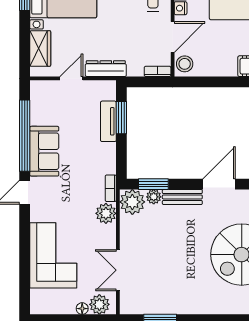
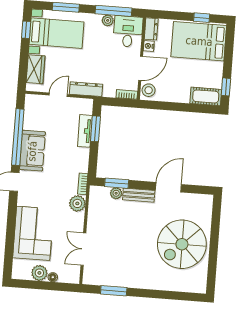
plant: (132, 202) -> (99, 196), removed
plant: (99, 304) -> (39, 273), moved

